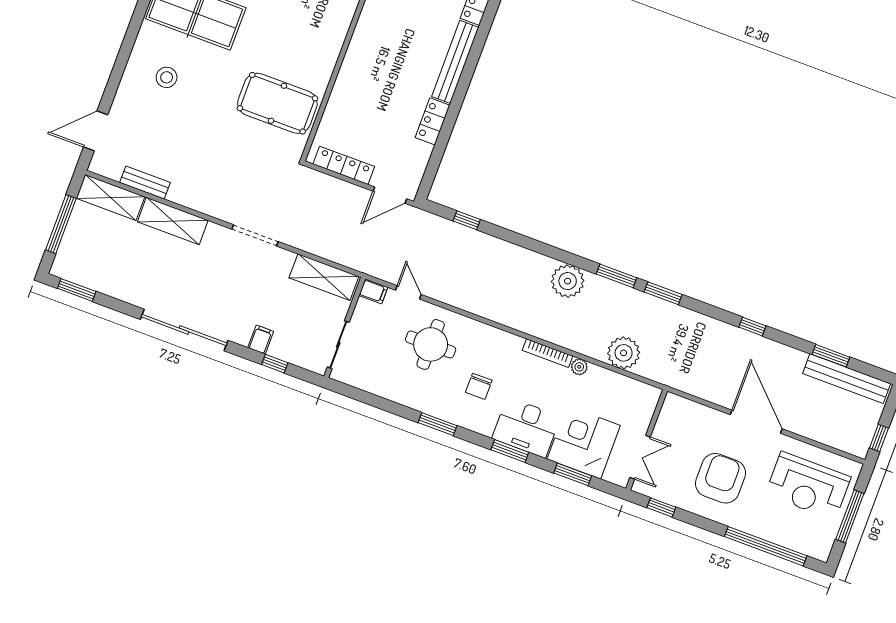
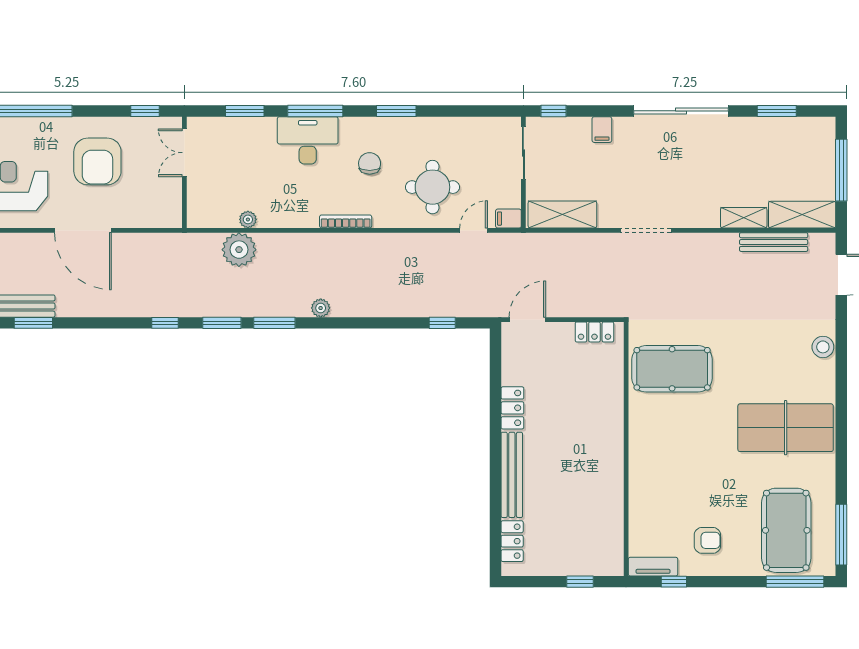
stool: (167, 77) -> (823, 347), moved
locker: (344, 165) -> (594, 332), width x0.66
bench: (145, 183) -> (774, 242), width x1.36
shelving: (173, 221) -> (744, 218), width x0.67, depth x0.75
plant: (568, 281) -> (321, 308), width x0.53, depth x0.53
window: (77, 290) -> (777, 111), moved
door: (408, 292) -> (474, 230), swing flipped
window: (752, 326) -> (165, 323), moved
bookcase: (548, 353) -> (346, 221), moved
window: (275, 364) -> (553, 111), moved
plant: (579, 367) -> (248, 219), moved
corner desk: (584, 442) -> (246, 147), removed
window: (510, 451) -> (315, 111), width x1.44

